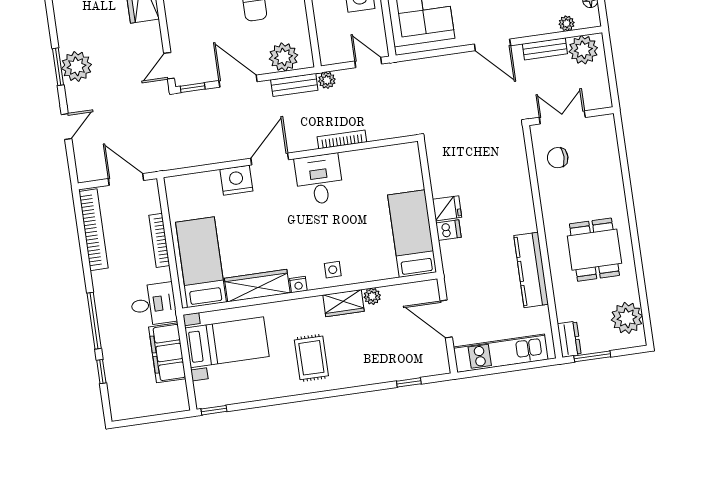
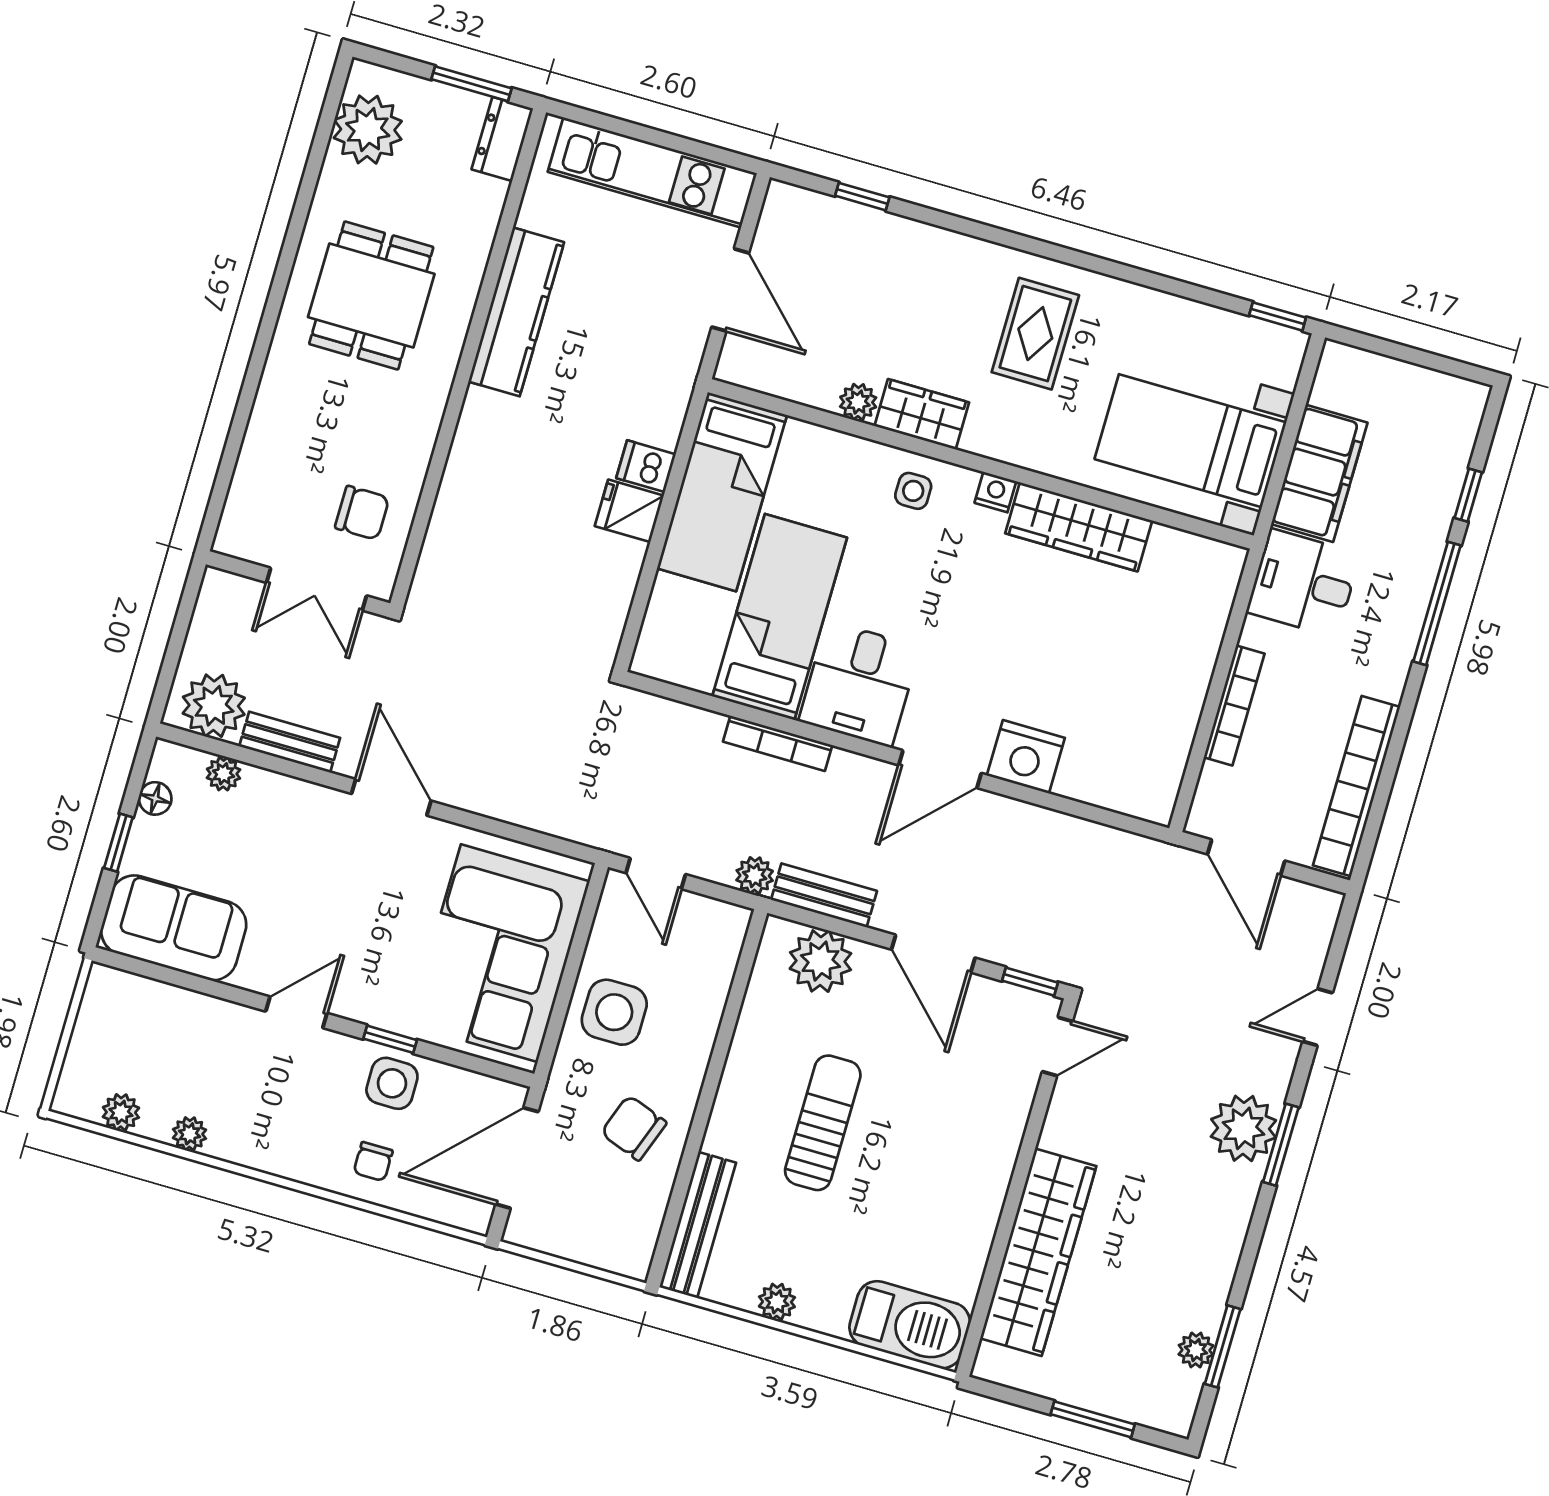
bed: (201, 262) -> (780, 617), moved, turned 180

